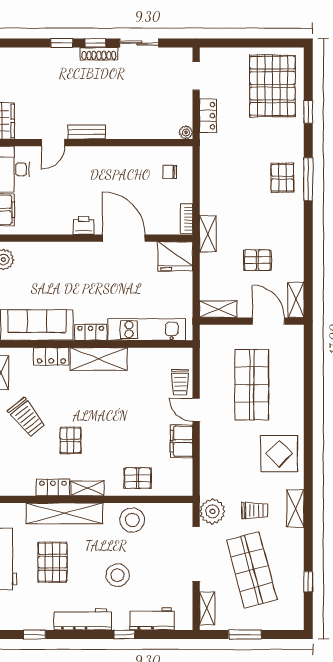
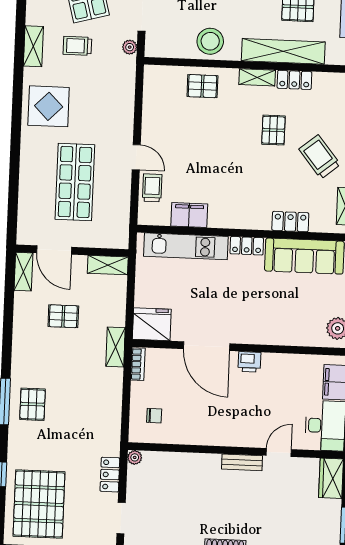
shelving: (99, 359) -> (239, 217), removed
filing cabinet: (182, 441) -> (189, 215), moved, turned -90
plant: (212, 511) -> (130, 47), width x0.53, depth x0.53

